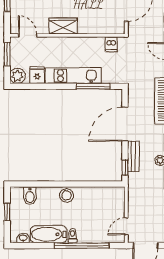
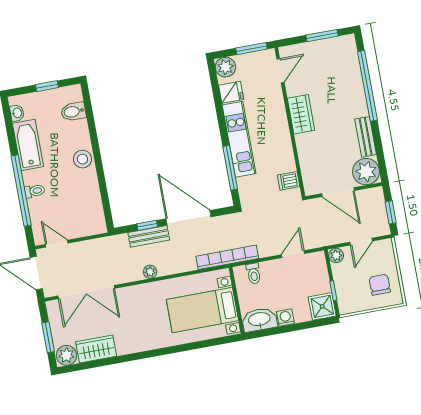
window: (125, 168) -> (147, 225), moved
toilet: (73, 236) -> (35, 191), moved

